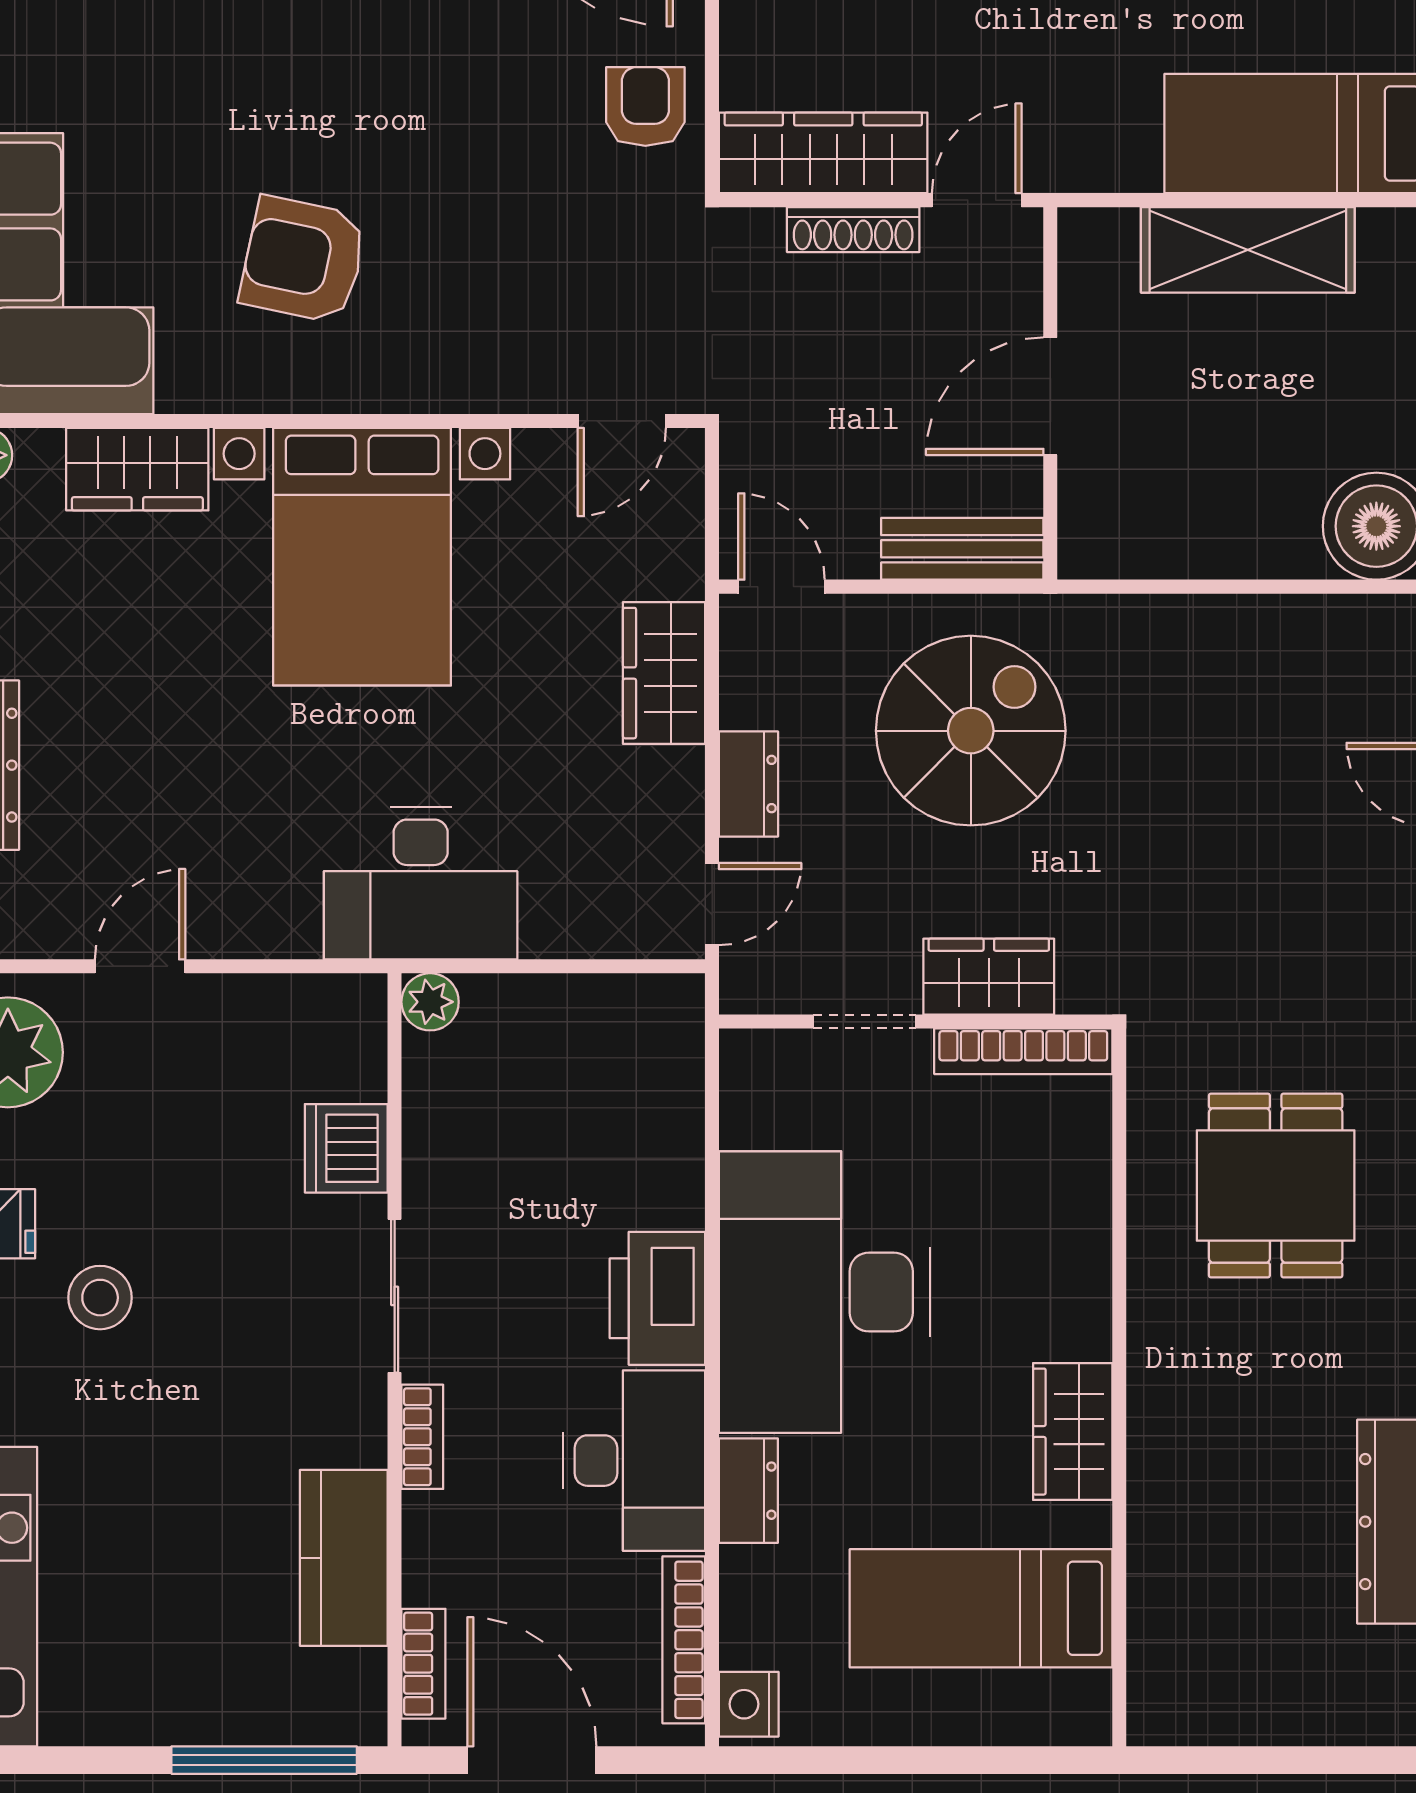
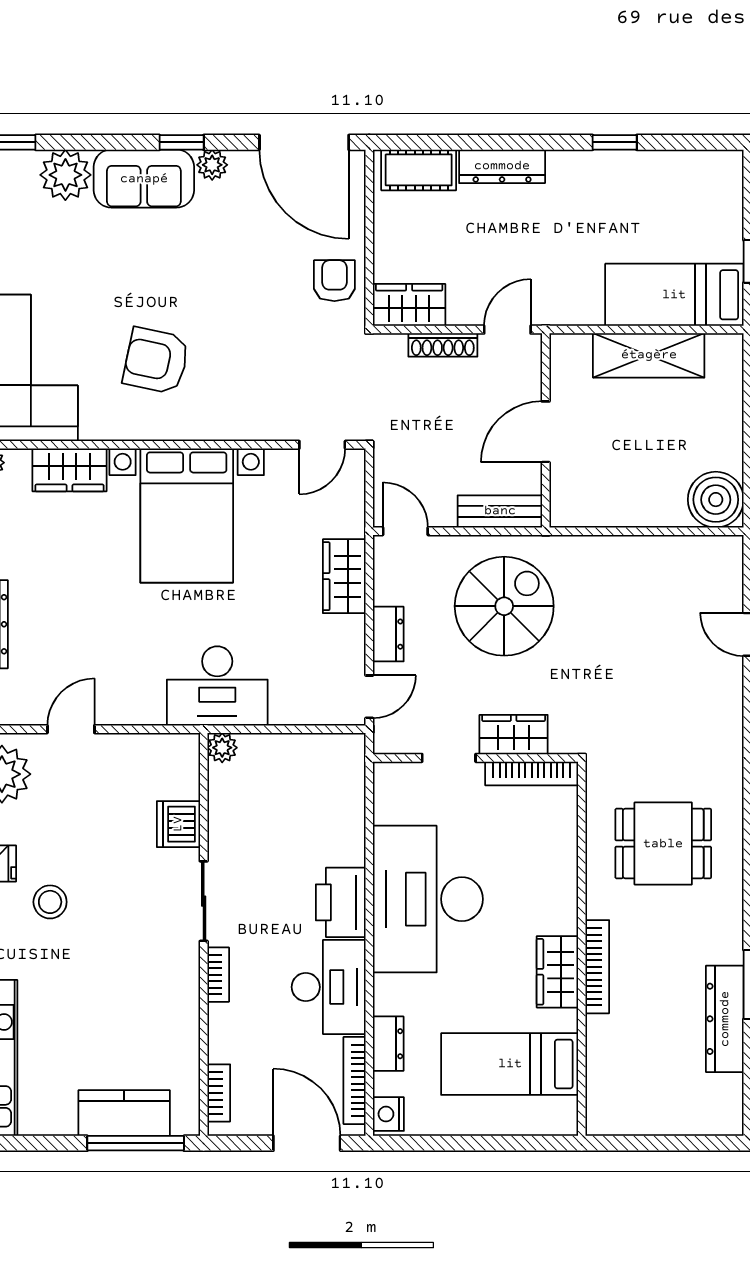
wardrobe: (823, 153) -> (409, 305), width x0.67
dining table: (1276, 1185) -> (663, 844), turned 90
bookcase: (1149, 1422) -> (597, 967), added
dresser: (748, 1491) -> (388, 1044), moved
kitchen counter: (344, 1558) -> (124, 1113), moved, turned 90
door: (532, 1760) -> (307, 1143), moved

